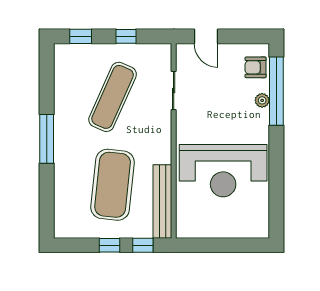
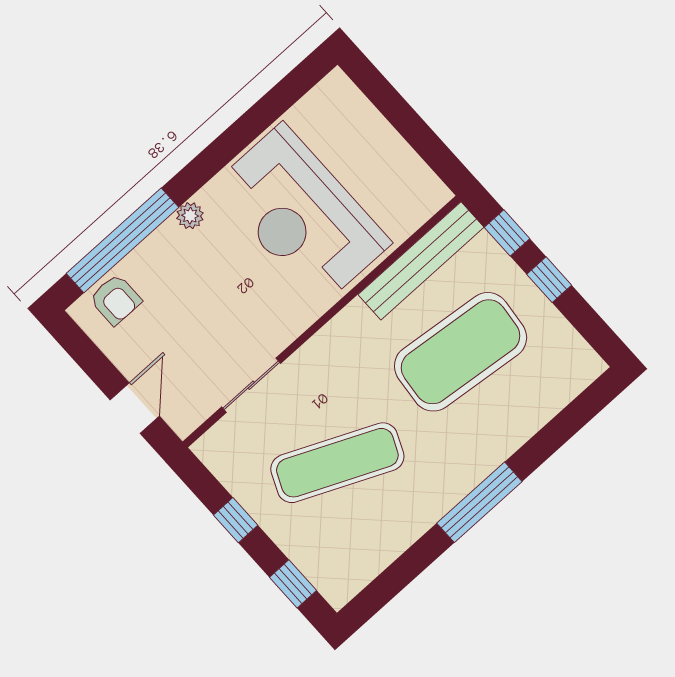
plant: (262, 100) -> (190, 216), moved
reception desk: (223, 171) -> (301, 215), turned 180

